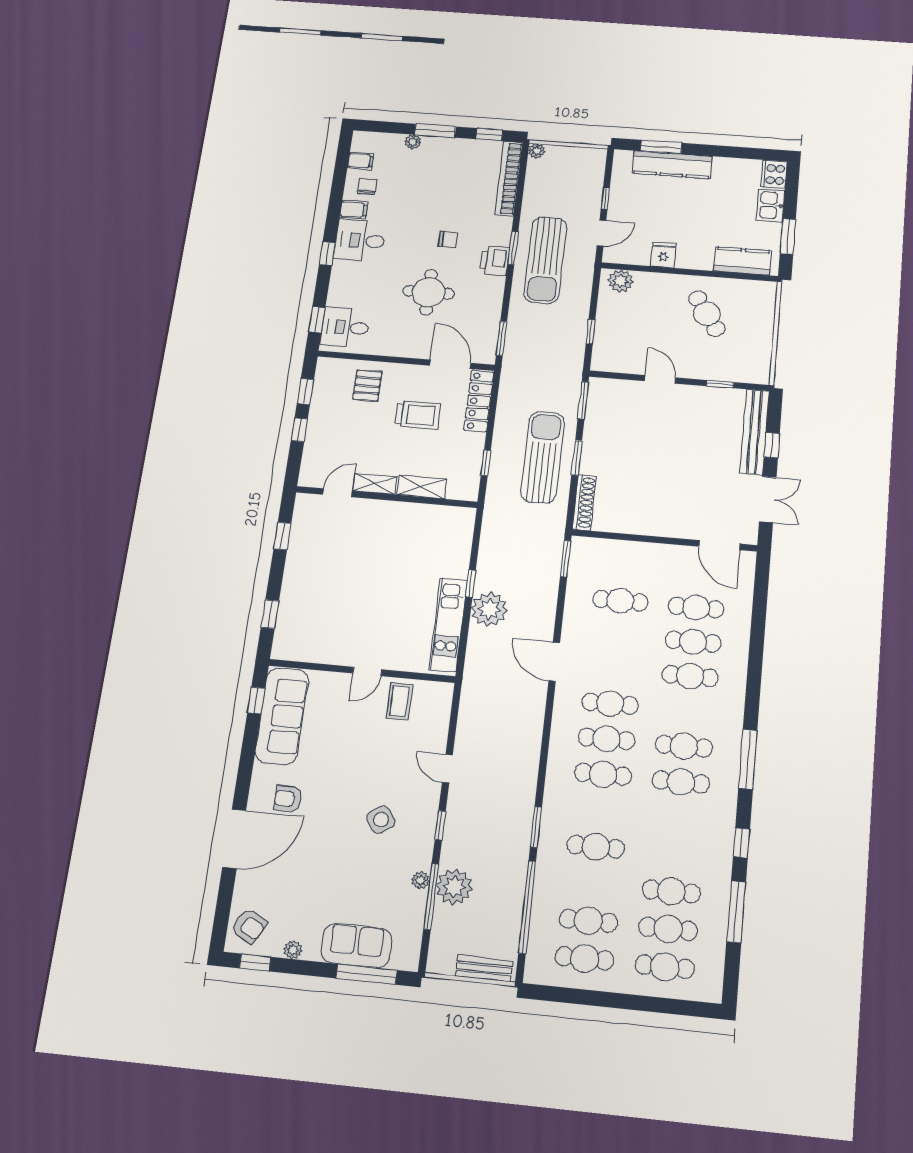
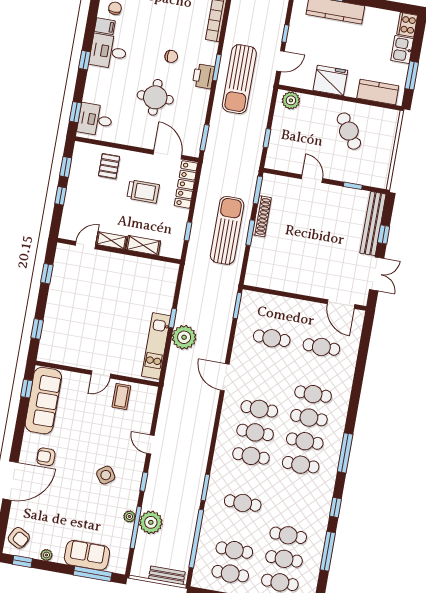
fridge: (663, 255) -> (330, 80), width x1.88, depth x1.34
shoe rack: (584, 502) -> (262, 216), moved
cafe table: (693, 642) -> (309, 418), moved

